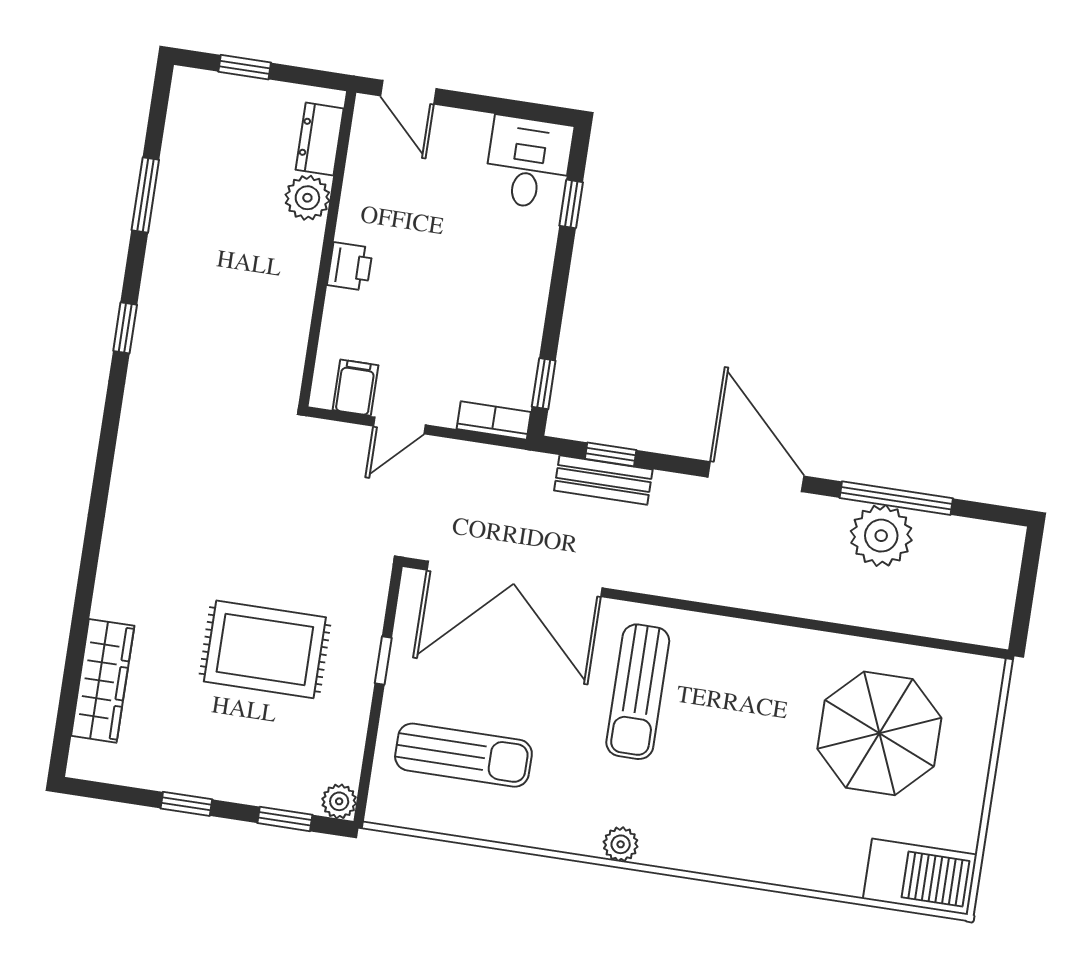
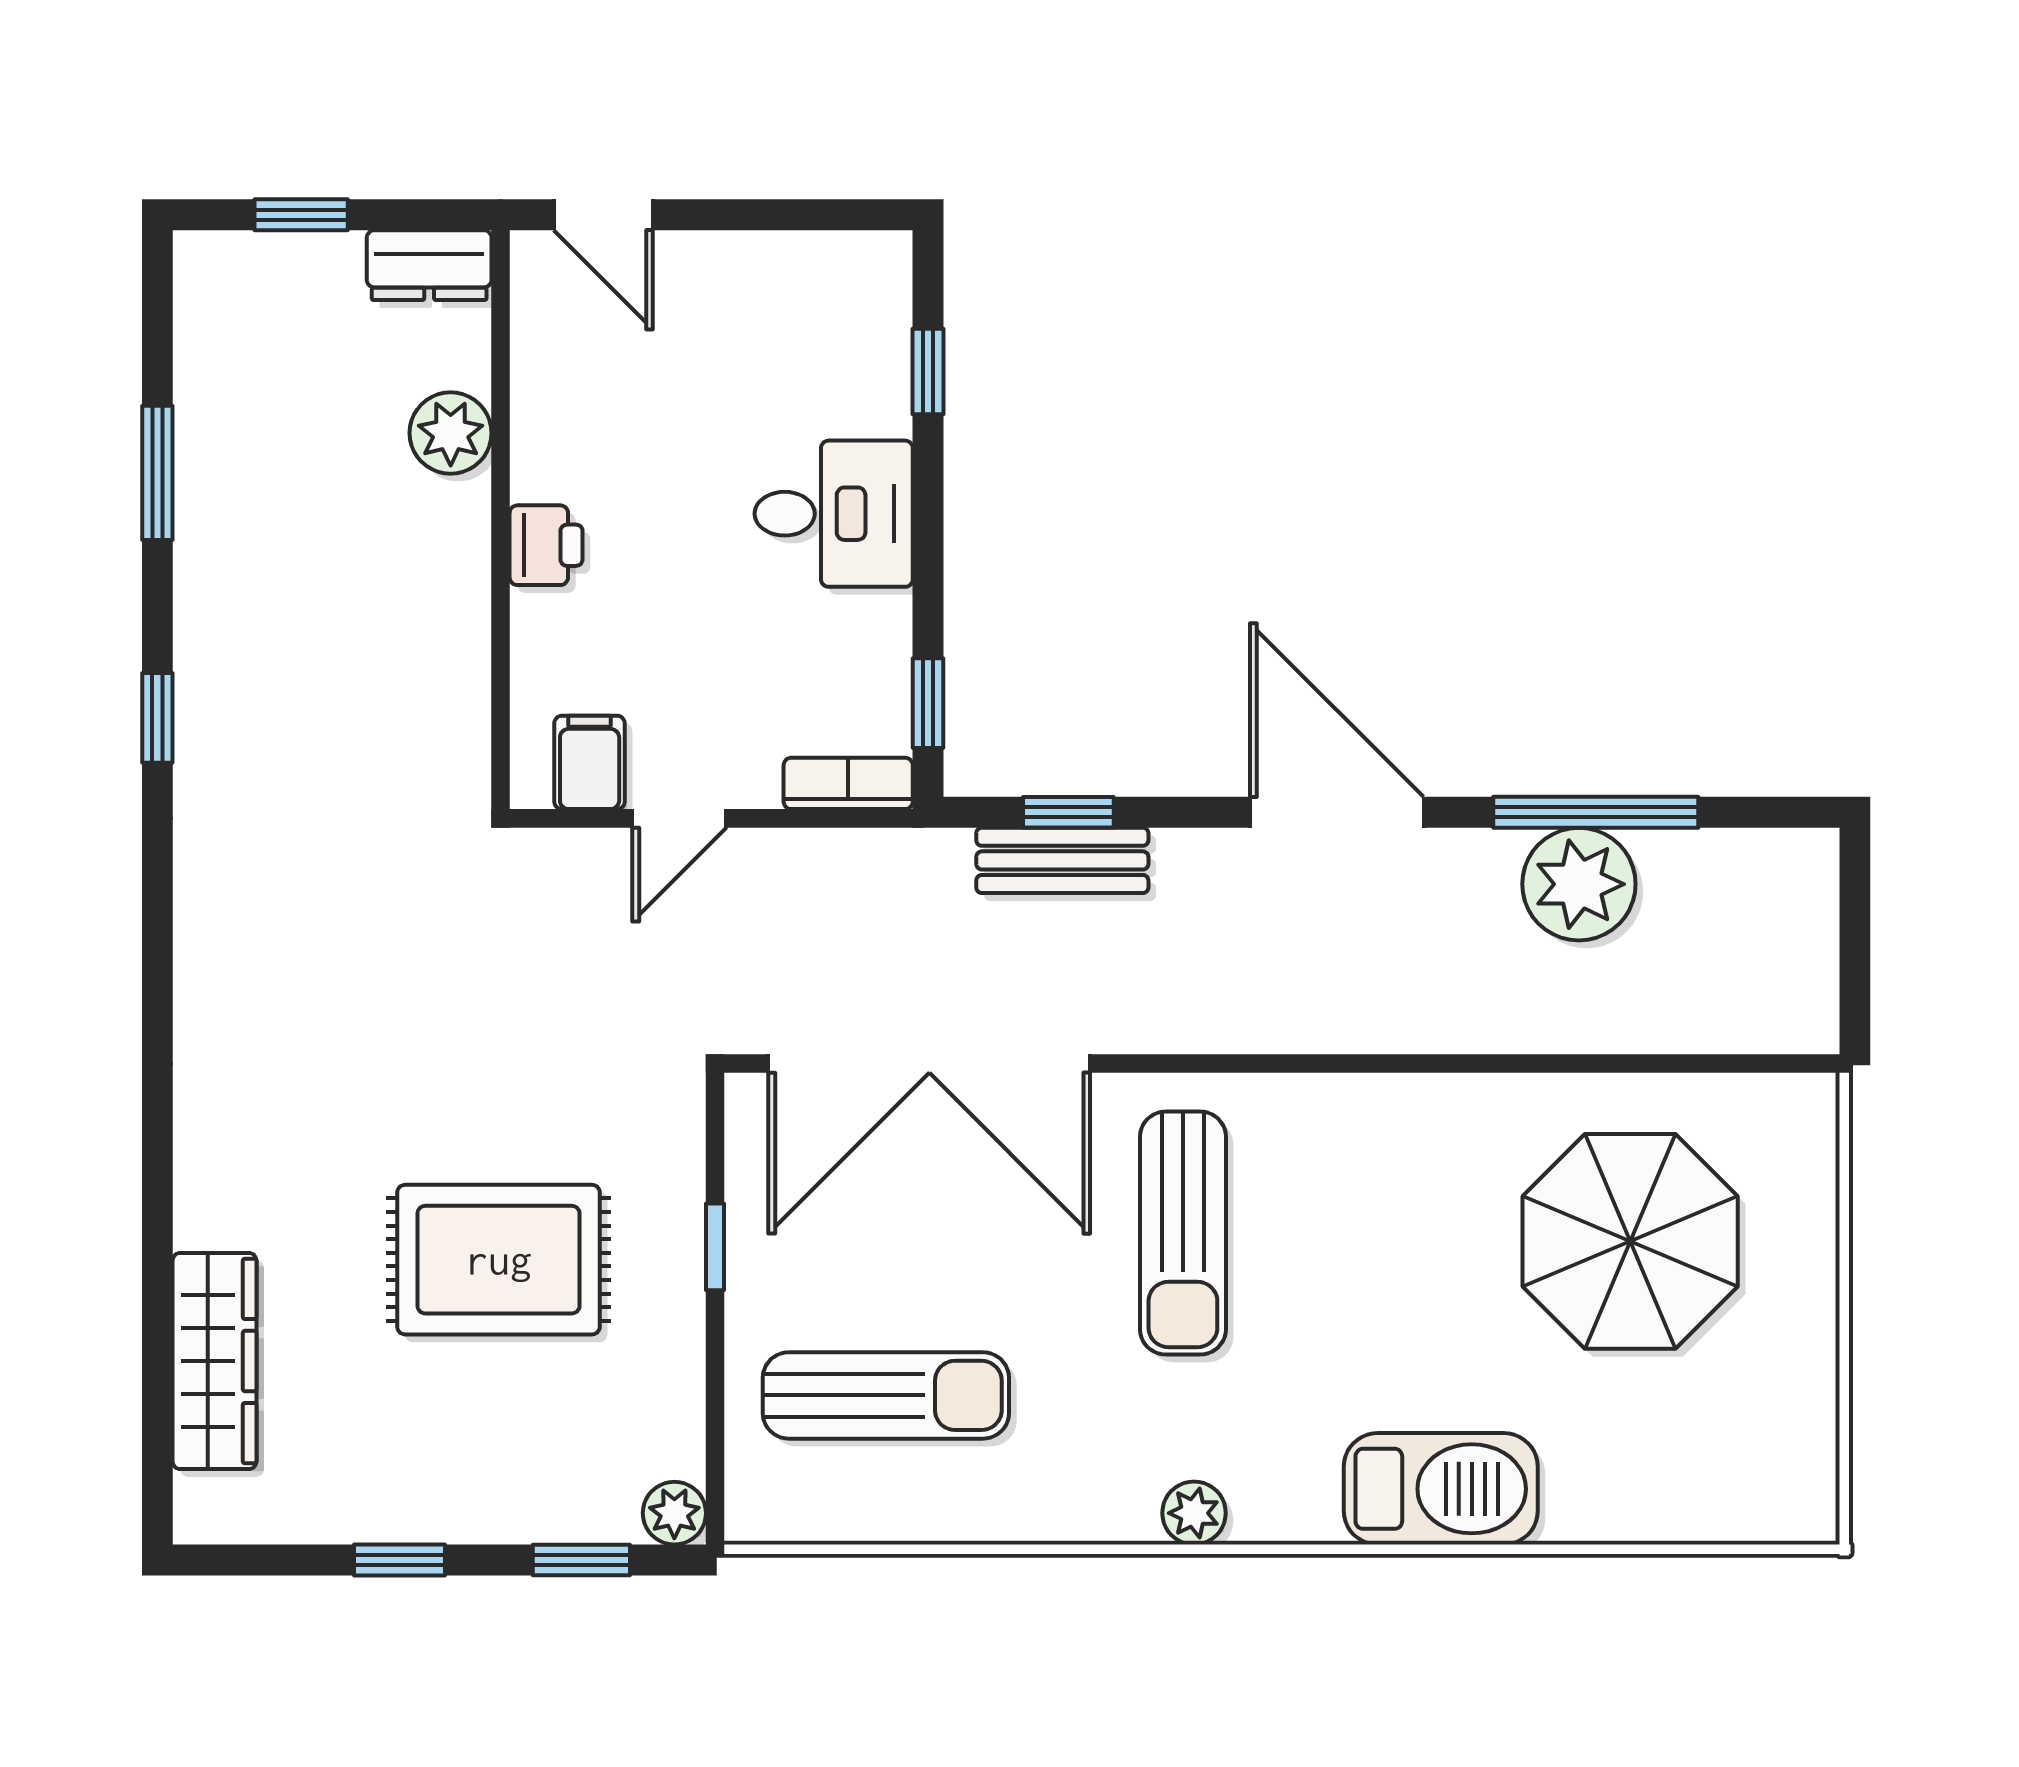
dresser: (320, 139) -> (429, 265), moved, turned -90
desk: (528, 163) -> (834, 514), moved, turned 90
barbecue: (920, 877) -> (1441, 1489), moved

